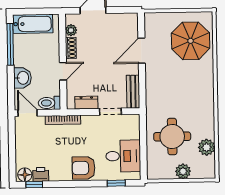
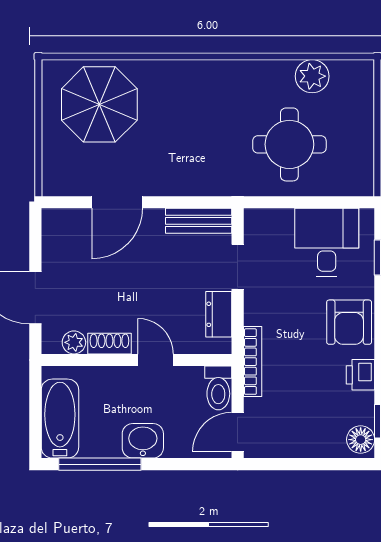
door: (142, 51) -> (117, 202), hinge flipped
washbasin: (23, 78) -> (143, 441), moved
plant: (183, 171) -> (359, 124), removed
printer: (41, 174) -> (360, 375), moved

